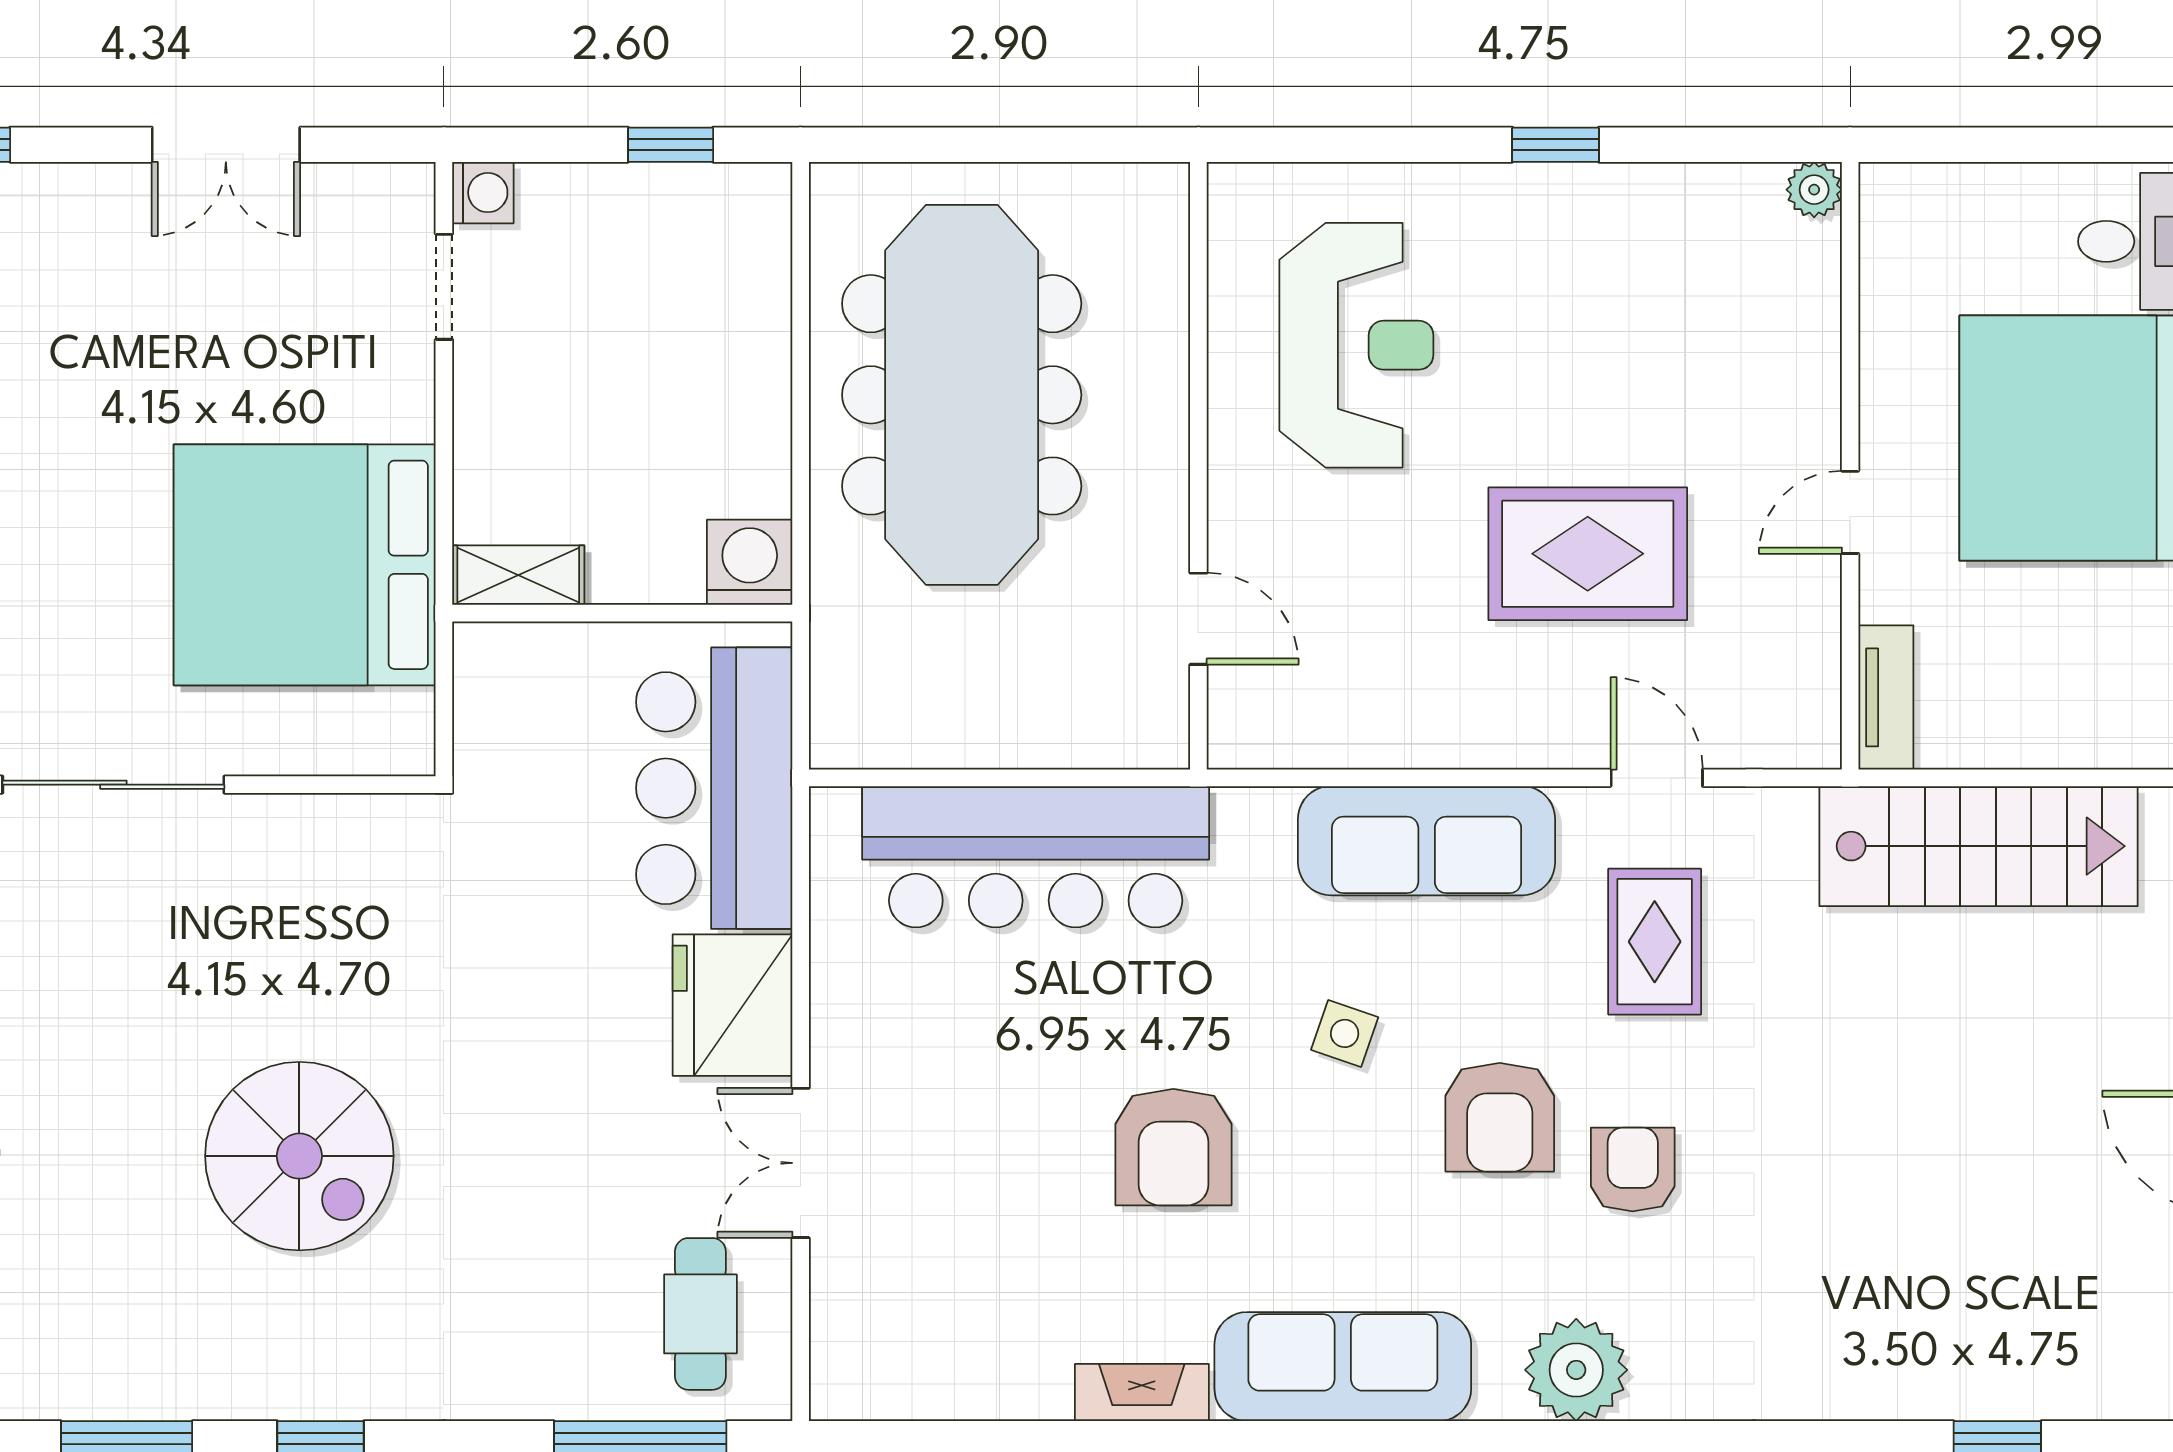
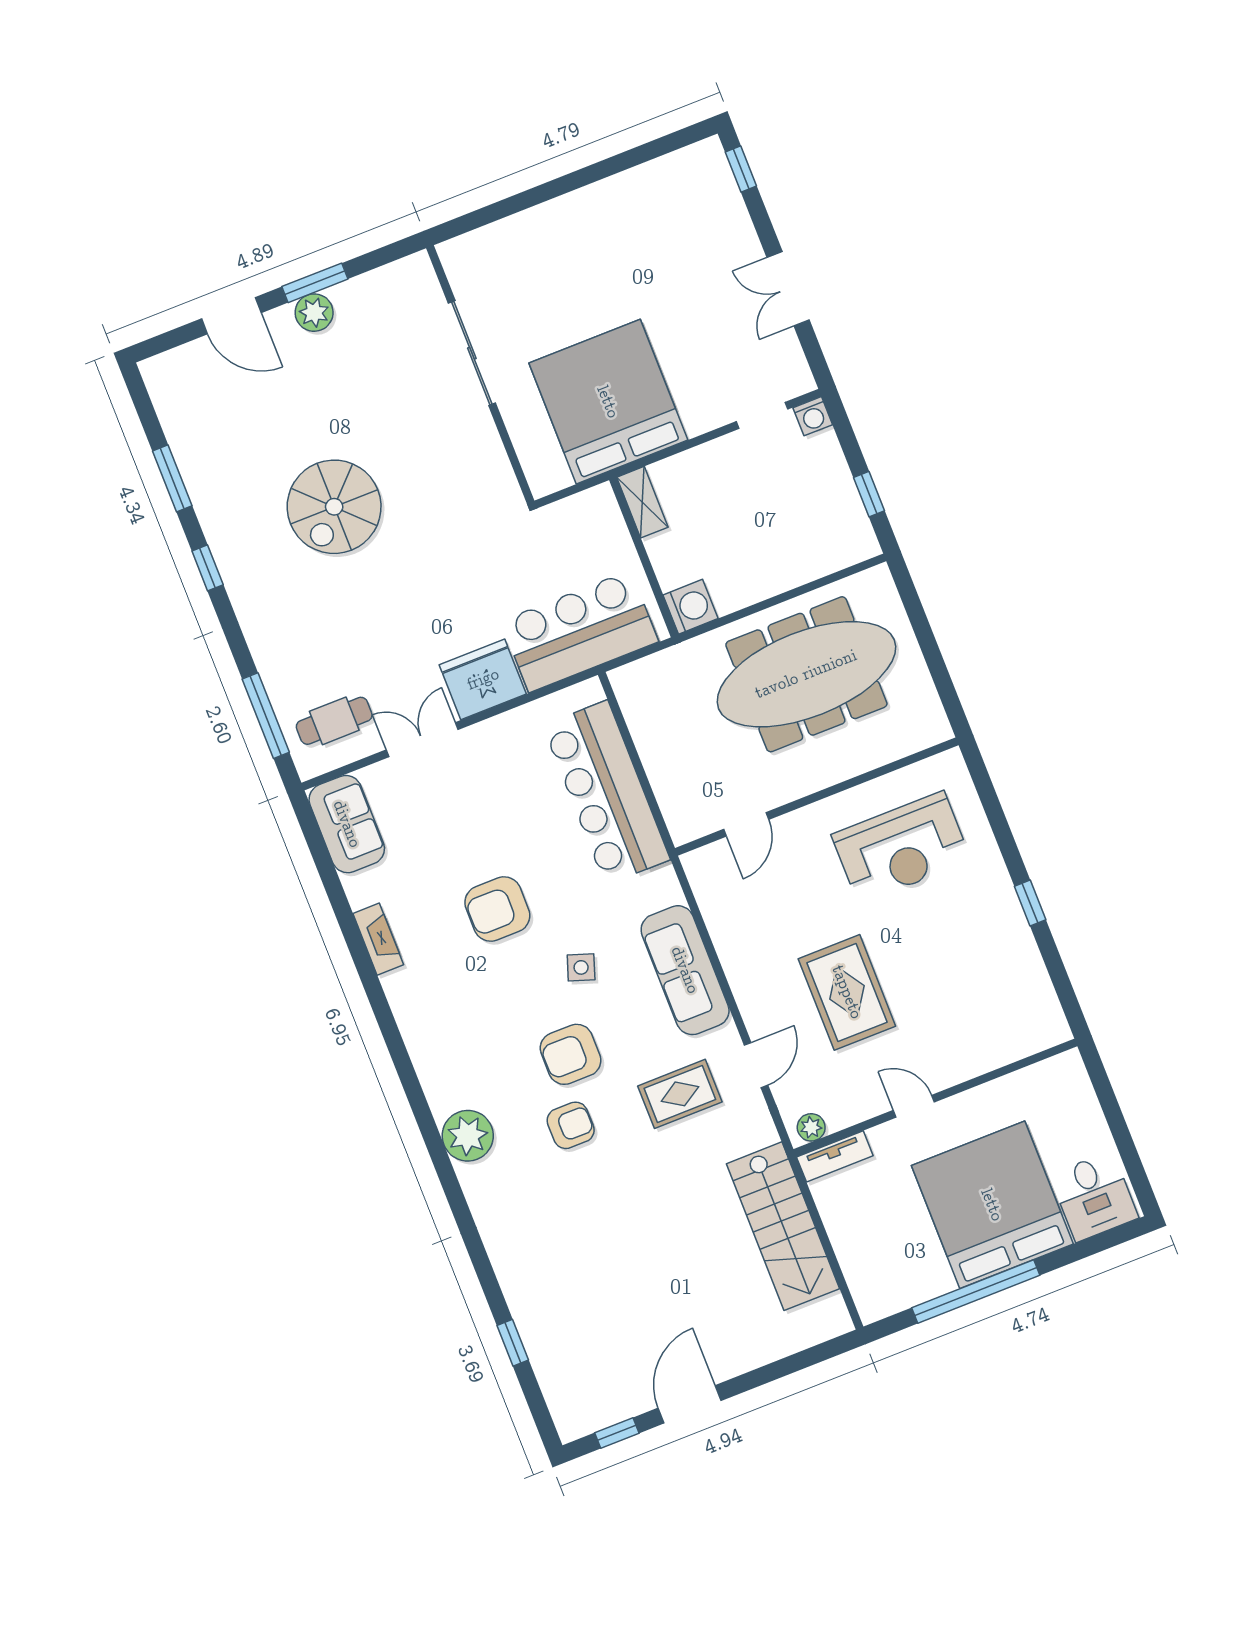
plant: (1814, 190) -> (811, 1127), moved
sofa: (1343, 1367) -> (347, 824), moved, width x0.73

